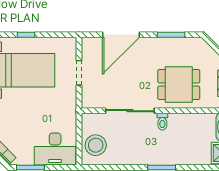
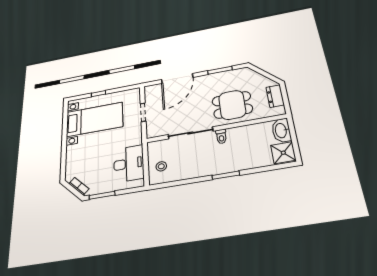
stool: (96, 145) -> (161, 166), width x0.53, depth x0.53
desk: (55, 149) -> (129, 164), moved, turned -90

